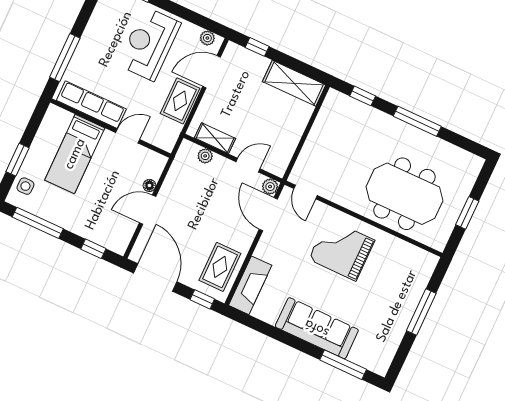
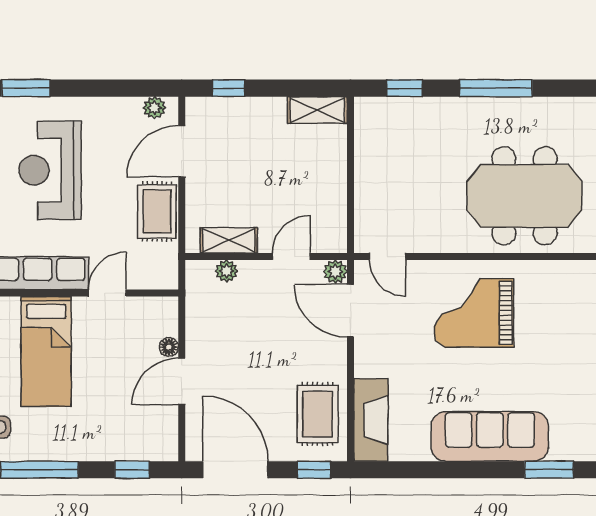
reception desk: (149, 44) -> (50, 170), moved
shelving: (294, 83) -> (317, 110), width x0.67, depth x0.75
window: (343, 365) -> (549, 470), width x0.69

